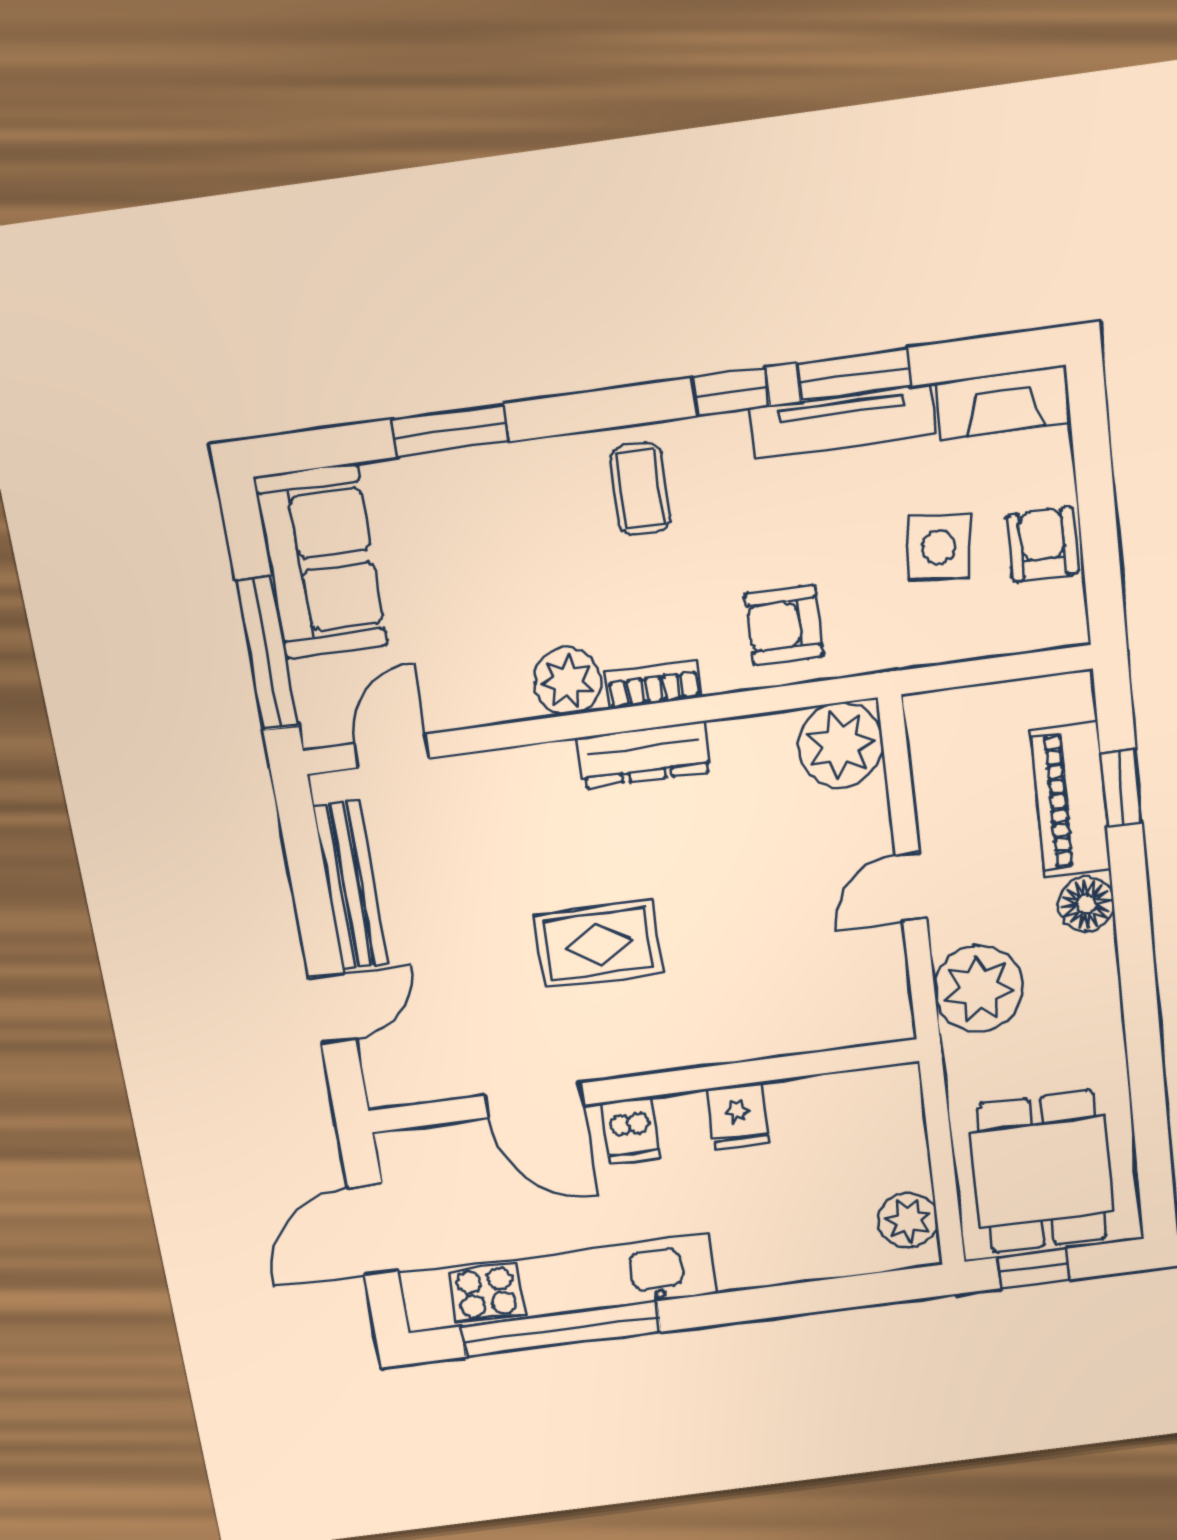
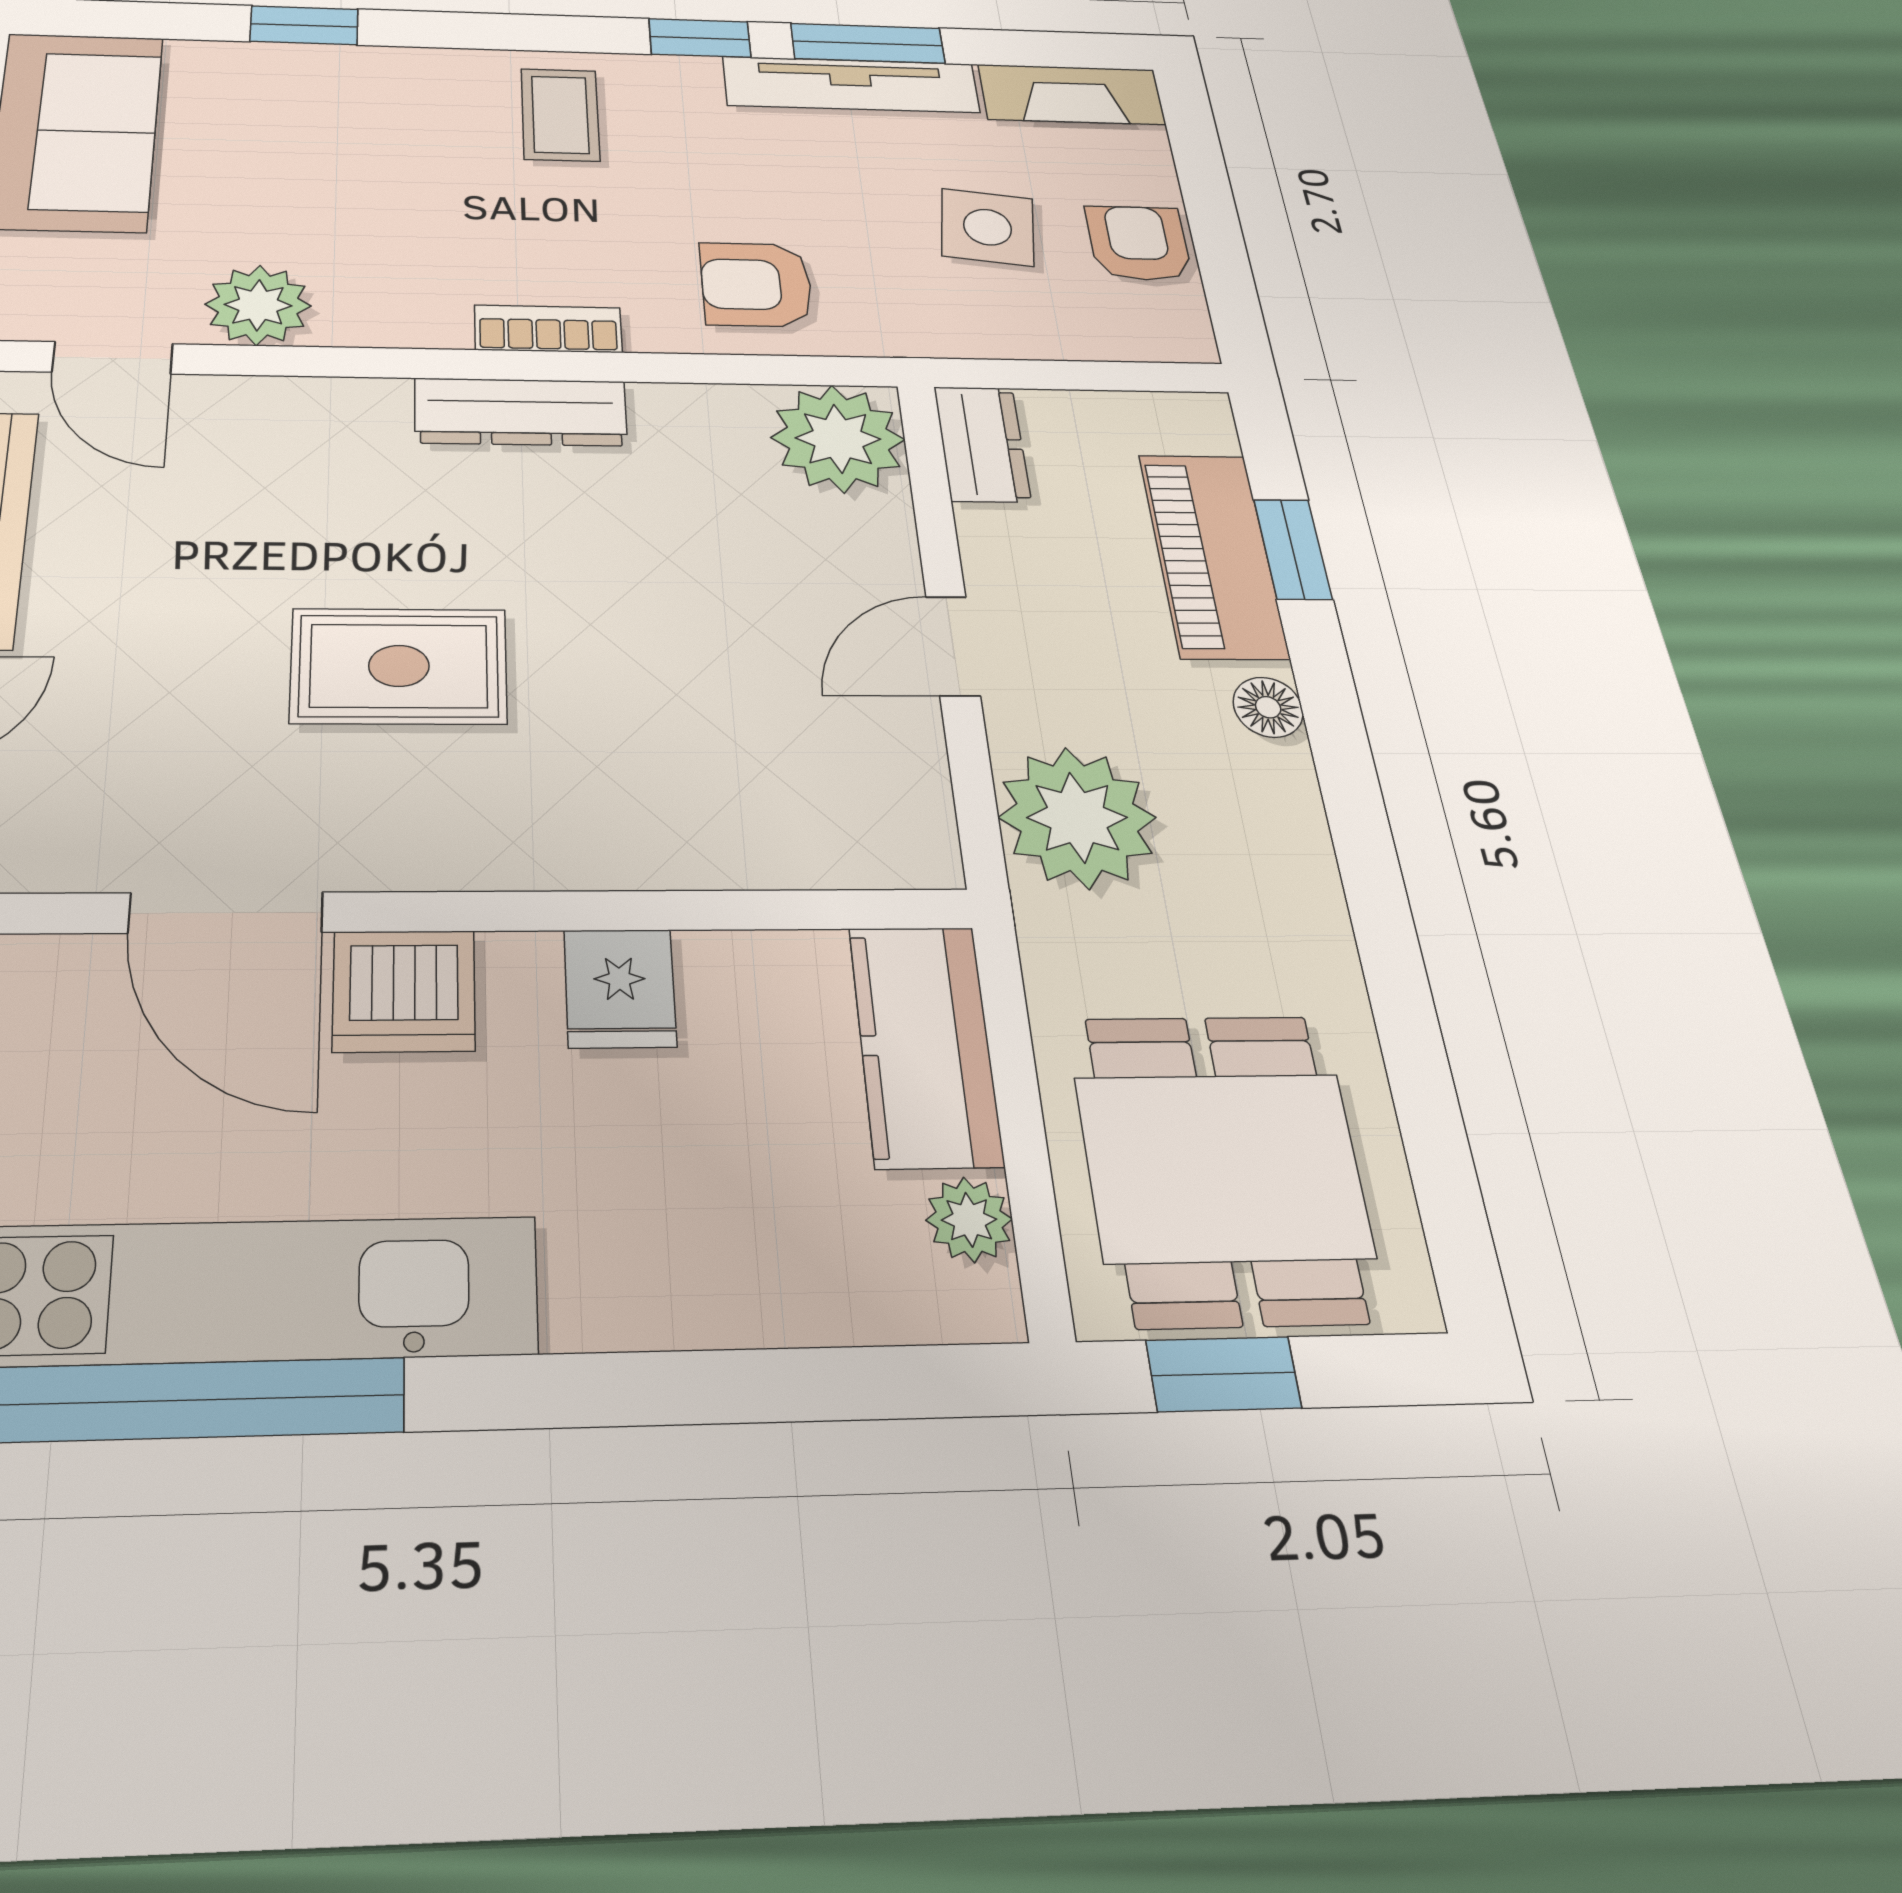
window: (450, 430) -> (304, 25), width x0.67
plant: (567, 681) -> (258, 305), moved
dresser: (931, 736) -> (982, 444), added
door: (392, 751) -> (113, 358), swing flipped
floor lamp: (1086, 904) -> (1268, 707), width x0.73, depth x0.73
kitchen counter: (894, 1127) -> (925, 1045), added
dishwasher: (630, 1131) -> (404, 991), width x1.38
plant: (908, 1220) -> (969, 1220), width x0.73, depth x0.73

